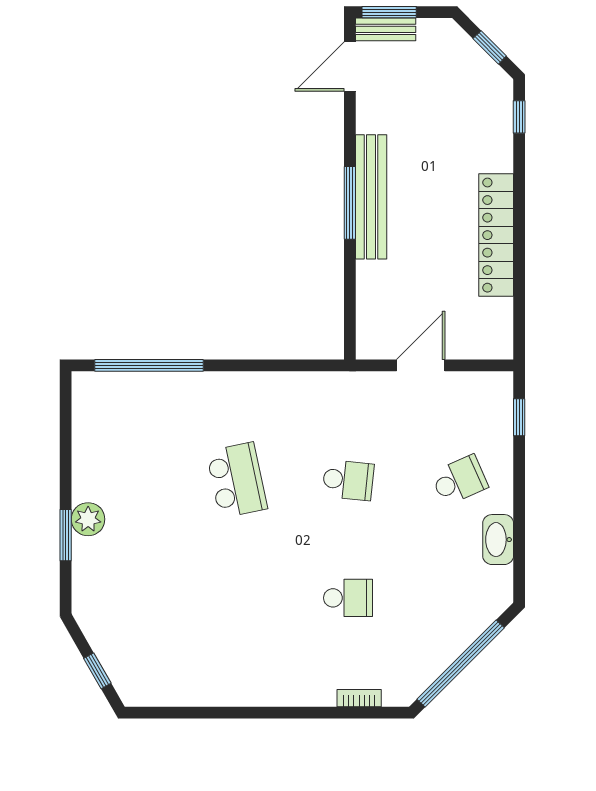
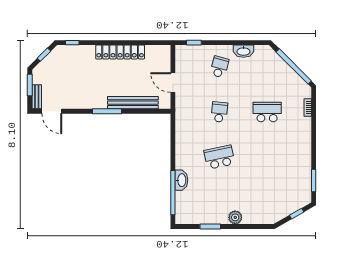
window: (389, 12) -> (30, 85), moved
bench: (371, 197) -> (133, 103), moved
washbasin: (180, 387) -> (181, 180), added
school desk: (459, 480) -> (219, 67), turned 39
window: (66, 535) -> (210, 226), moved
school desk: (348, 598) -> (267, 112), width x1.85
window: (179, 713) -> (314, 181), added

